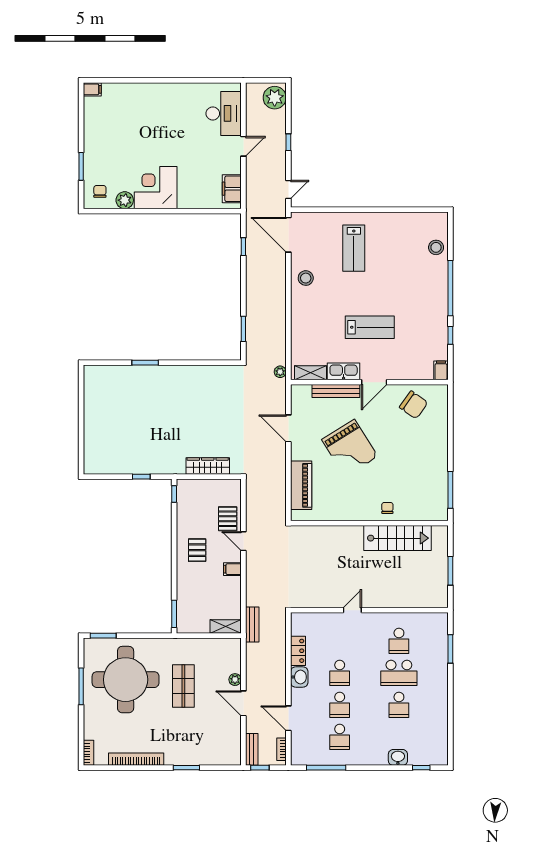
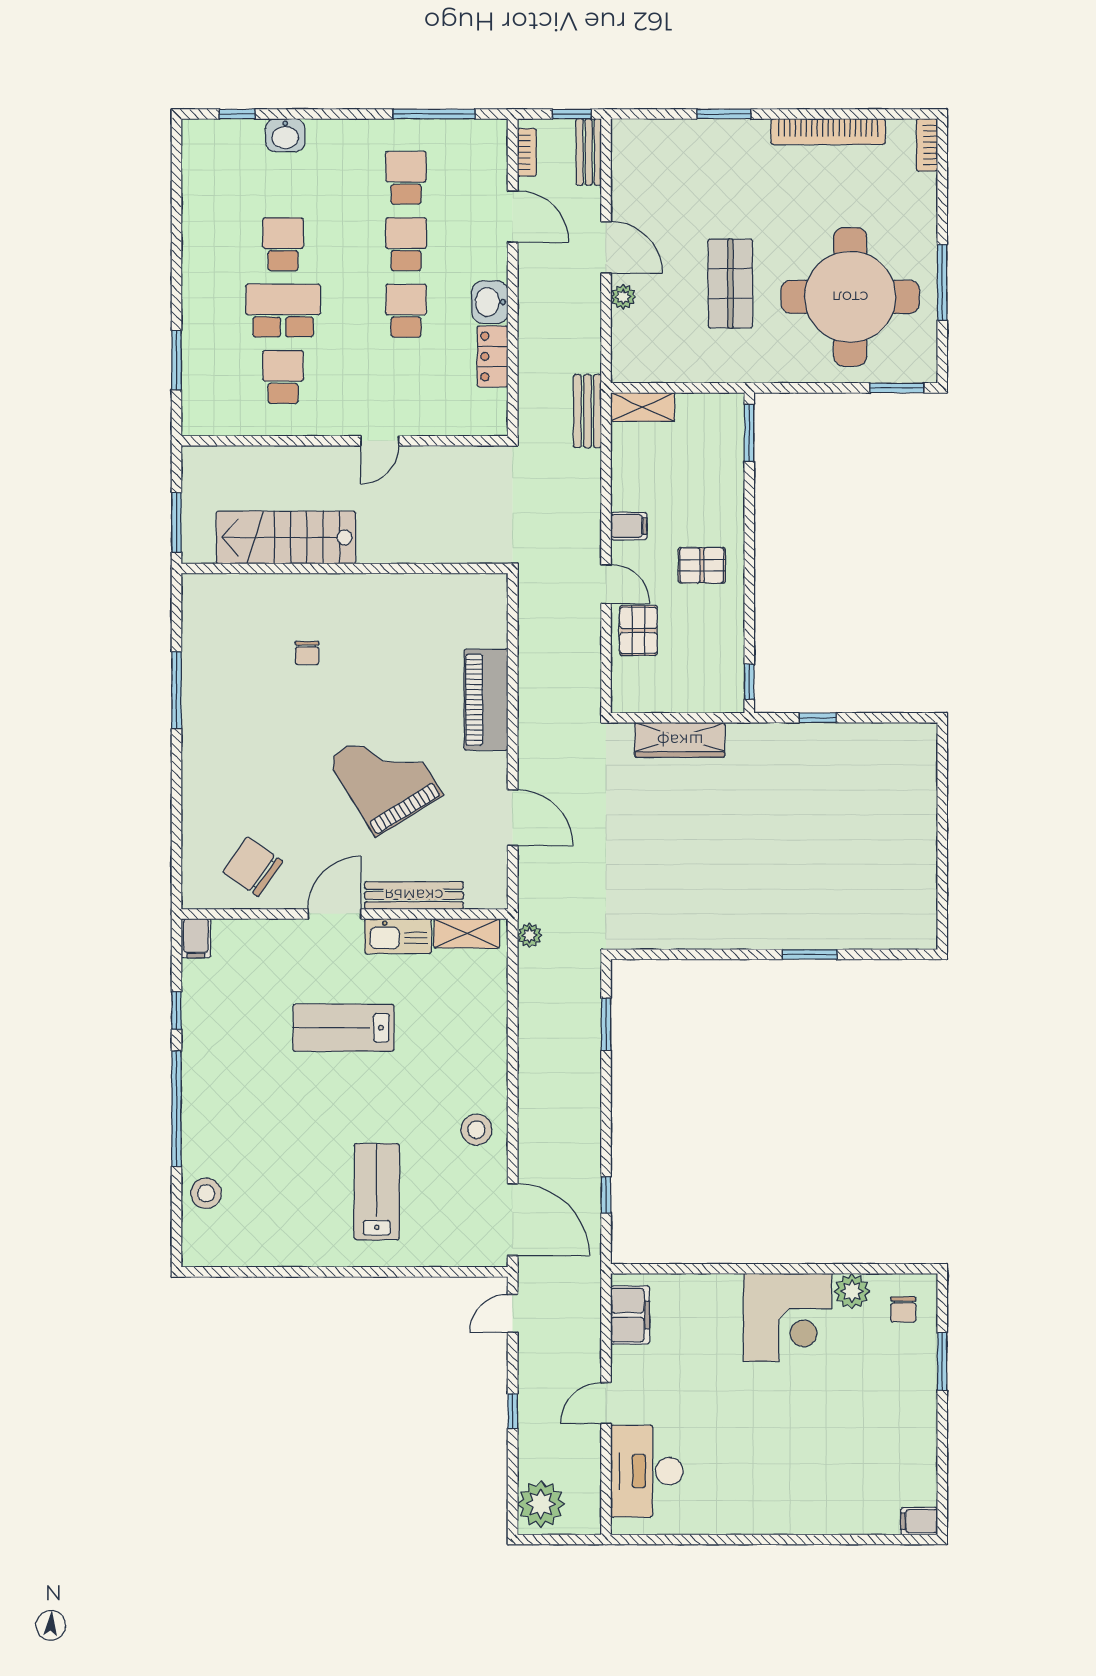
wall: (369, 523) -> (345, 568), moved
stairs: (398, 538) -> (286, 537), moved
pallet: (197, 550) -> (702, 565), turned 90

